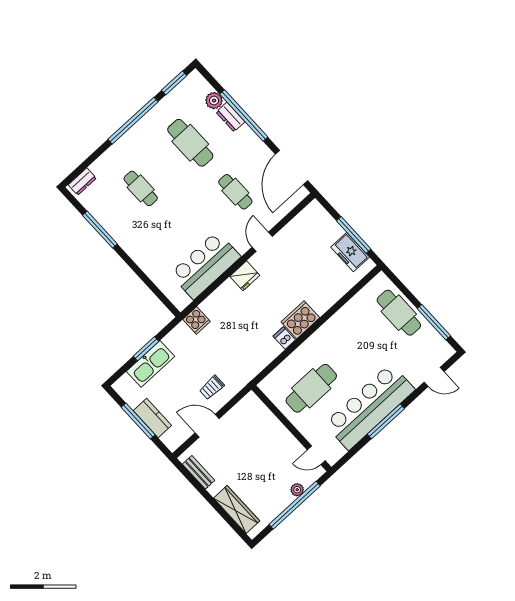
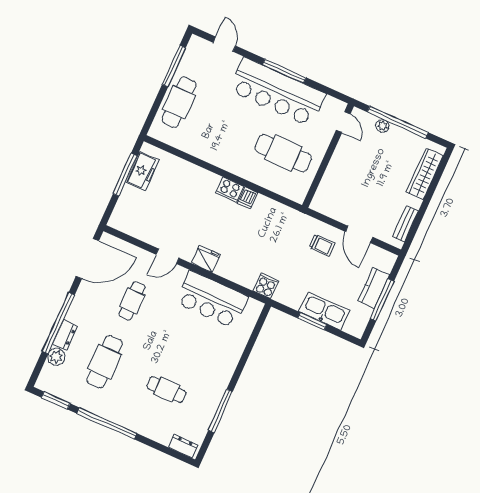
cafe table: (141, 188) -> (166, 390), turned 90
cooker: (300, 320) -> (230, 190), width x0.73, depth x0.76

